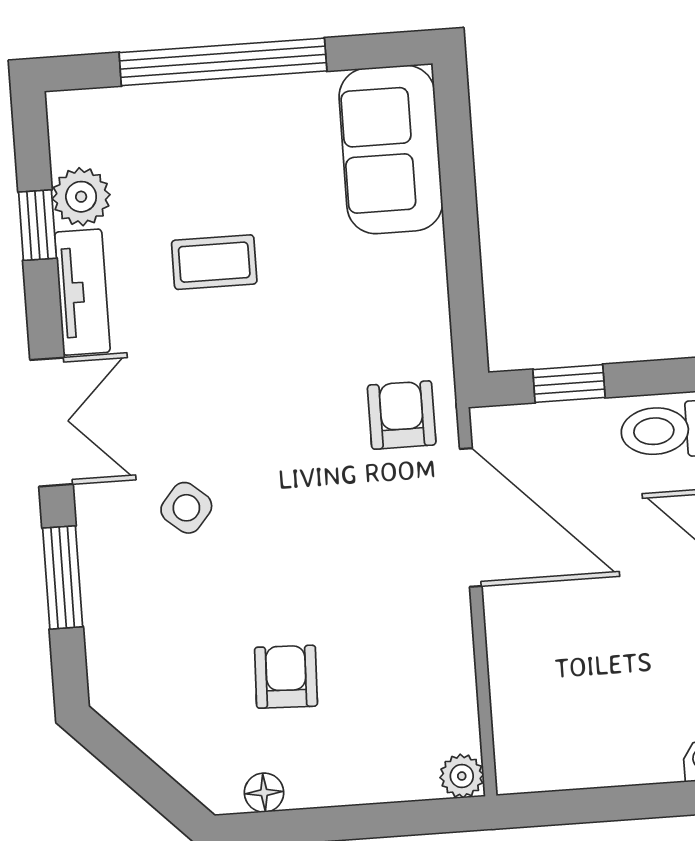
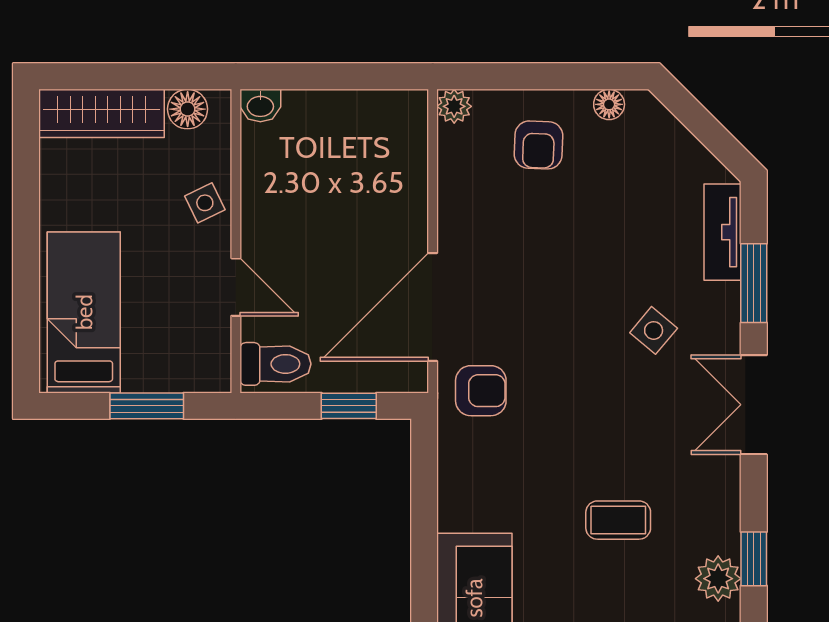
tv unit: (82, 292) -> (723, 232), moved
armchair: (402, 415) -> (481, 391), turned -90
door: (471, 518) -> (433, 307), hinge flipped
armchair: (286, 677) -> (539, 145), moved

